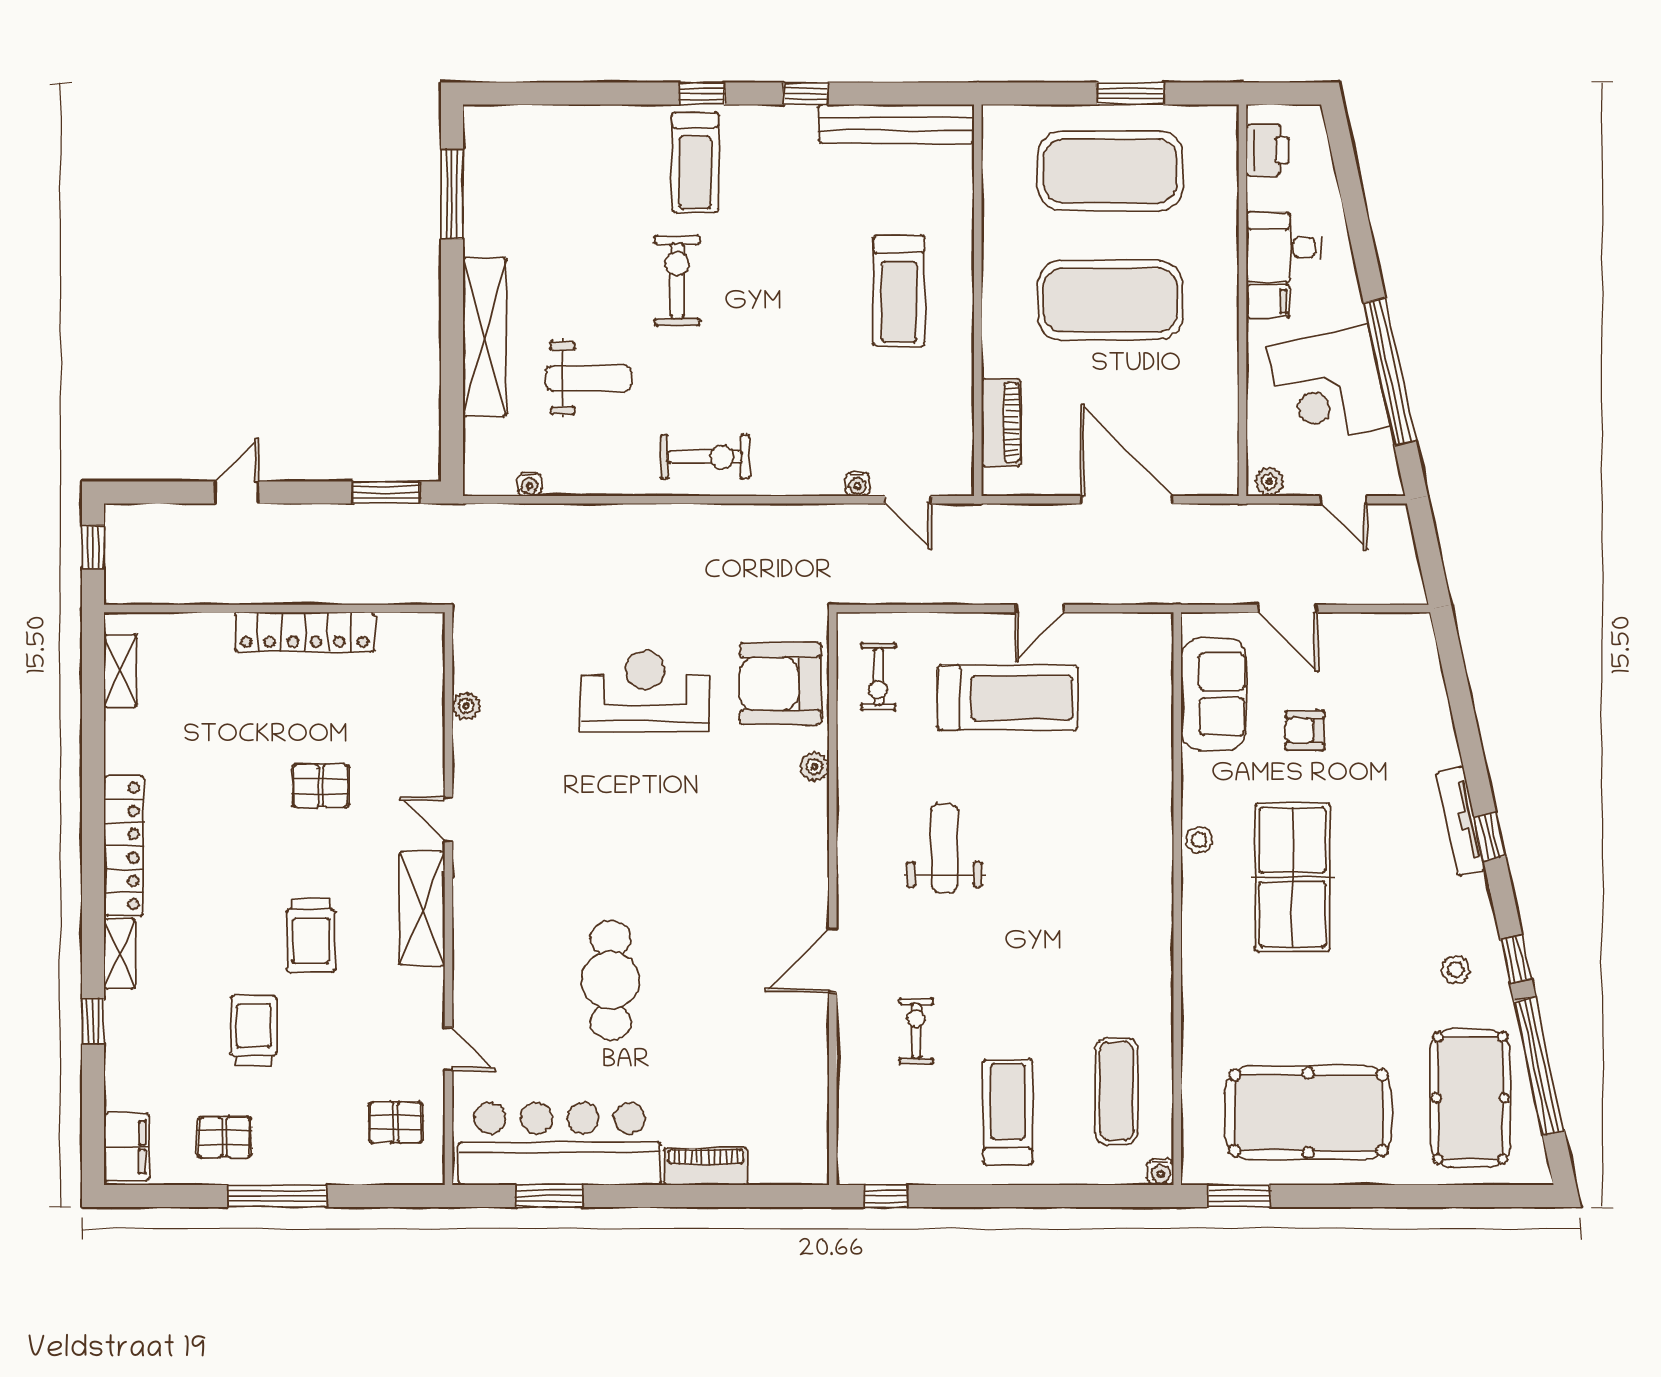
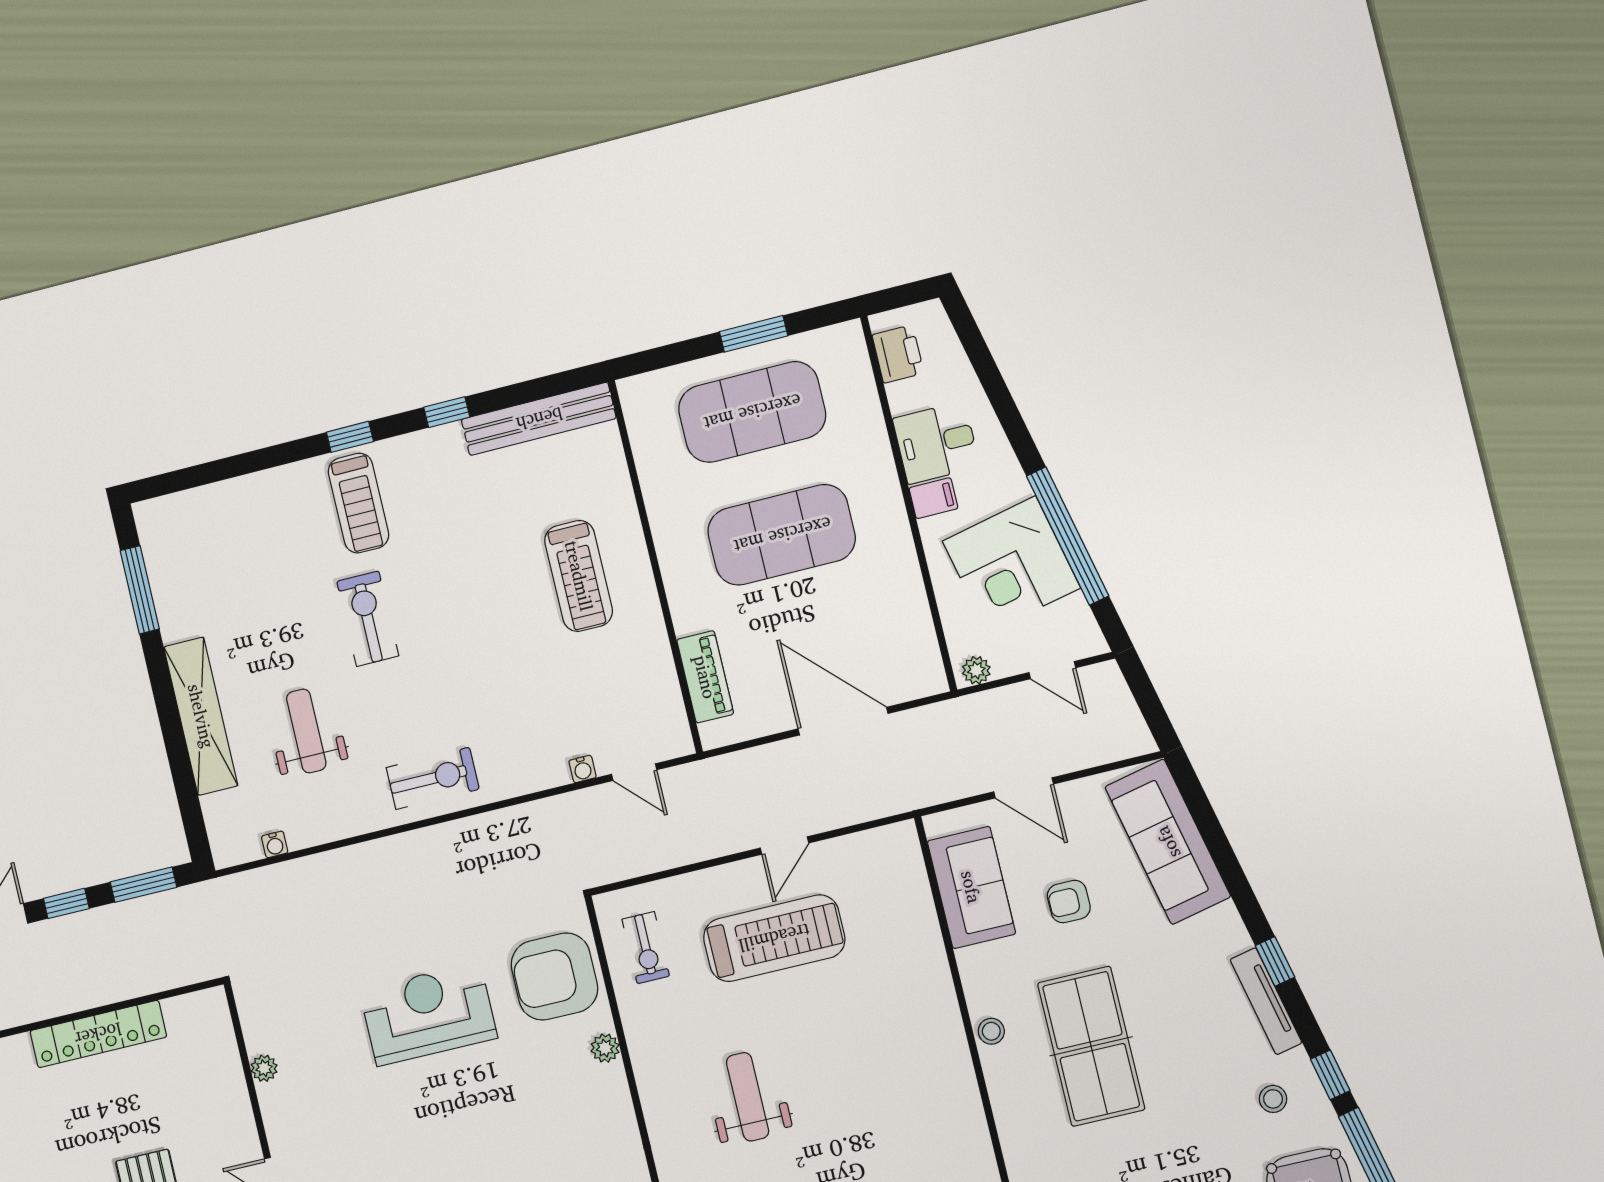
weight bench: (588, 378) -> (306, 731), turned -90
window: (302, 492) -> (66, 903), added
sofa: (1415, 695) -> (1168, 842), added
tv unit: (1461, 821) -> (1266, 1001), moved

